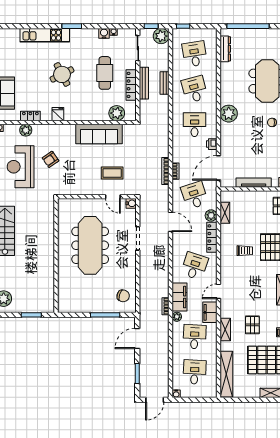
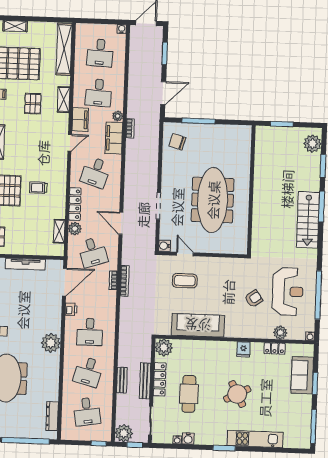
desk: (195, 89) -> (88, 372), turned 30
plant: (117, 113) -> (164, 348), moved

